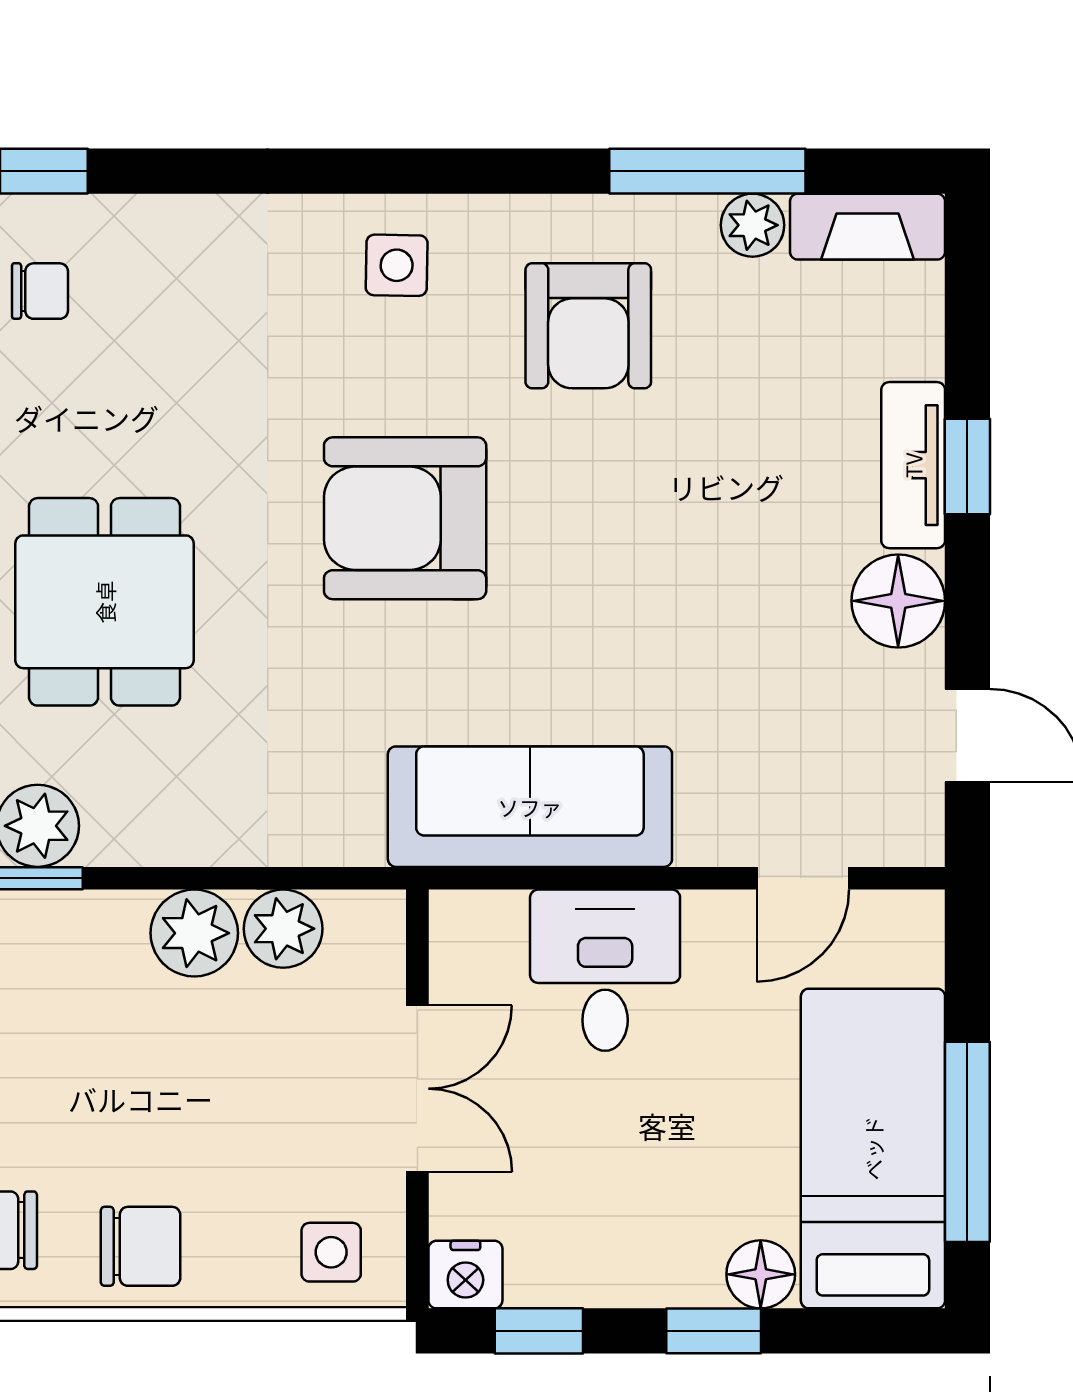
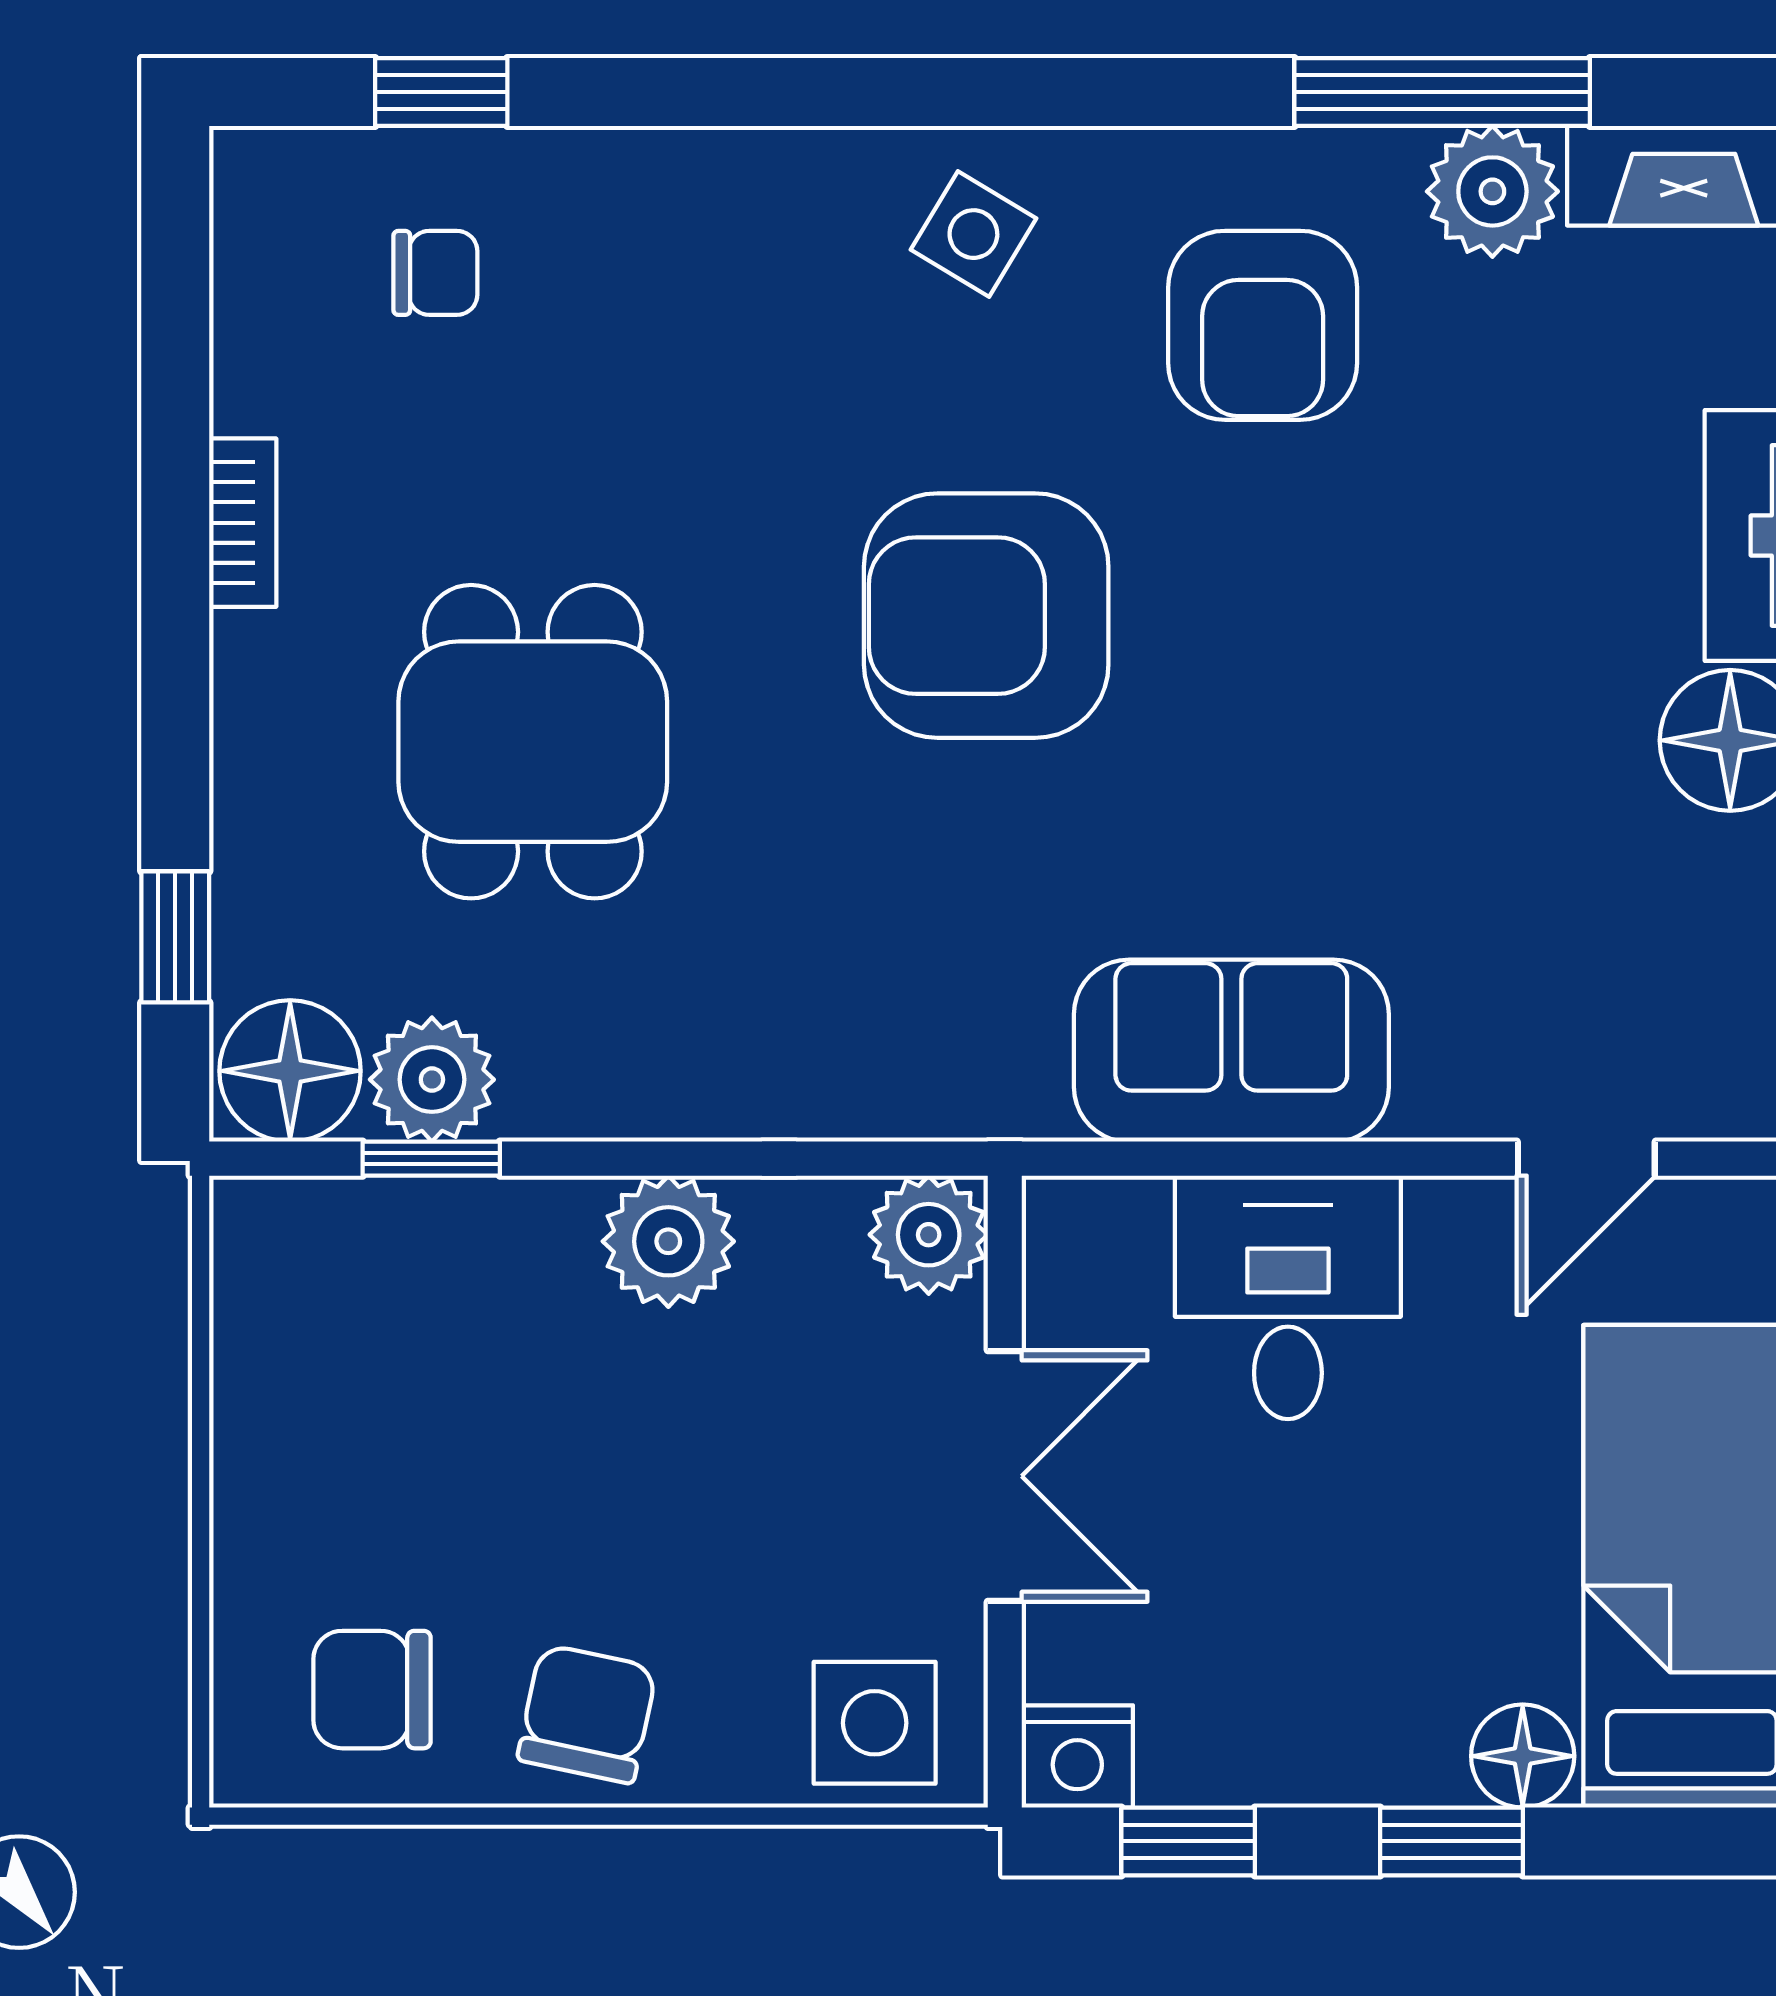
plant: (753, 225) -> (1492, 191), width x1.38, depth x1.38
side table: (397, 265) -> (973, 234), turned 30
sofa: (530, 807) -> (1231, 1051), width x0.73
plant: (283, 929) -> (929, 1235), moved
chair: (141, 1246) -> (587, 1714), turned -78
side table: (331, 1252) -> (875, 1723), width x1.37, depth x1.37

